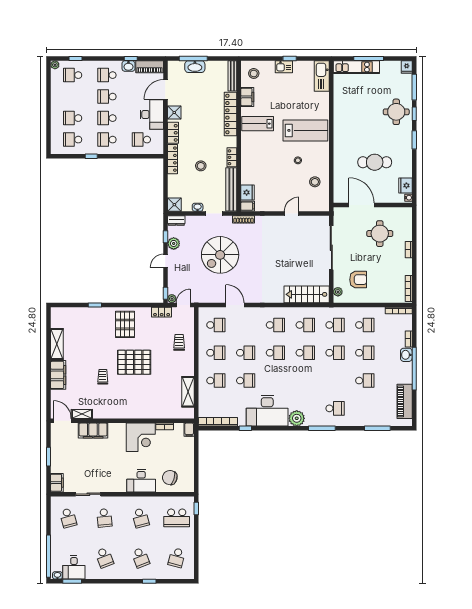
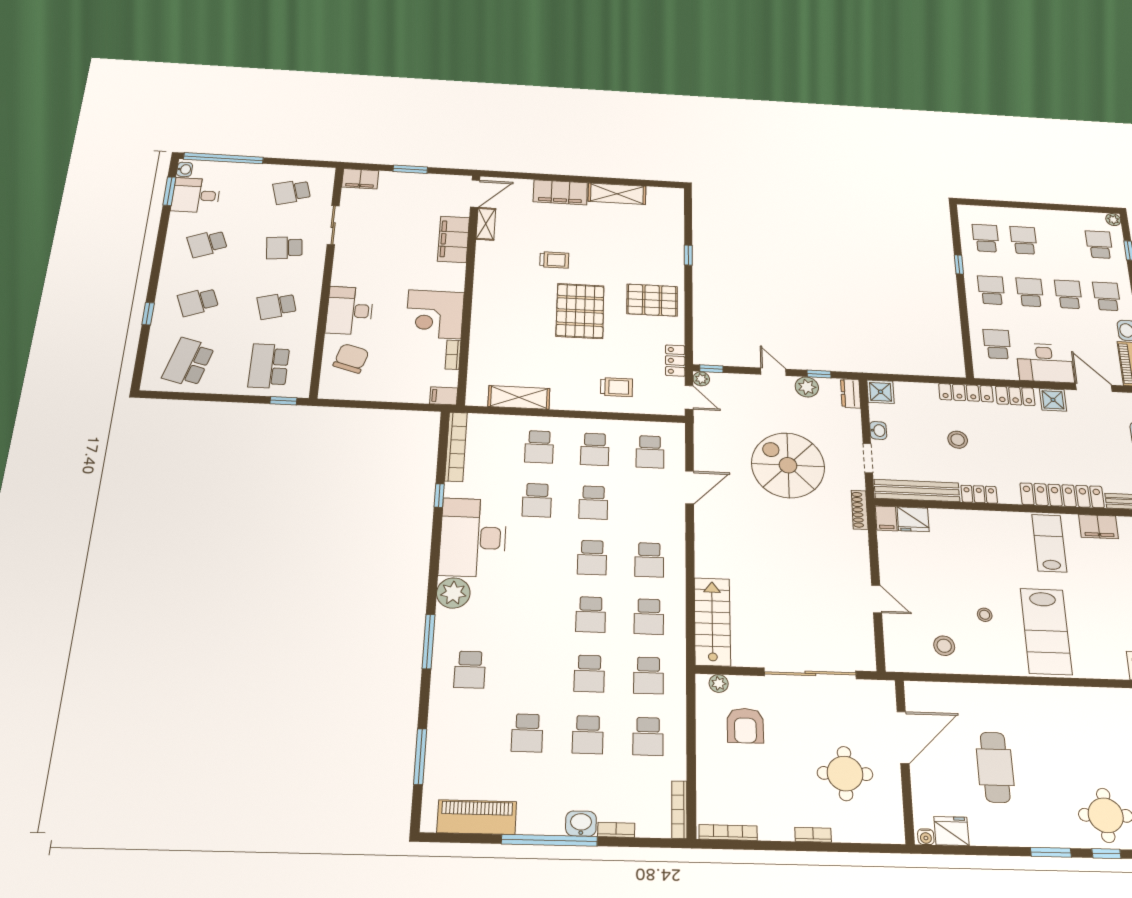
school desk: (177, 558) -> (188, 362), width x1.85

